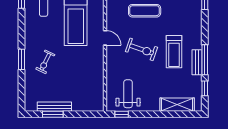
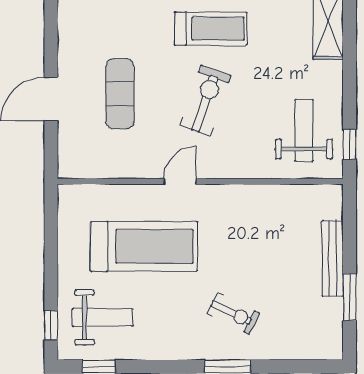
weight bench: (128, 94) -> (304, 130), turned 90
bench: (54, 107) -> (333, 258), moved

